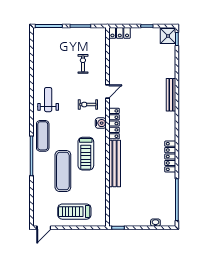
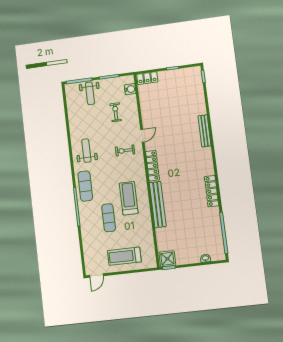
shower: (168, 36) -> (167, 259), moved
weight bench: (59, 41) -> (90, 93), added
water cooler: (101, 123) -> (130, 89), moved
treadmill: (86, 154) -> (129, 198), turned 180
exercise mat: (63, 171) -> (109, 218), width x0.73, depth x0.69

